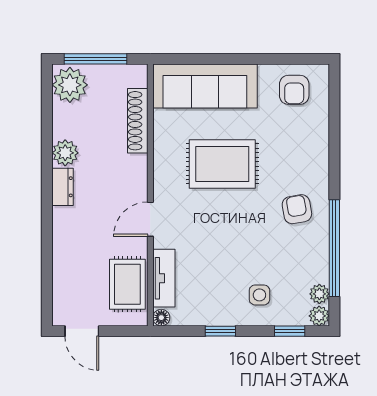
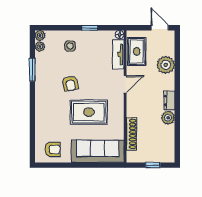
window: (96, 59) -> (153, 165), width x0.46
plant: (70, 85) -> (166, 65), moved
armchair: (294, 90) -> (53, 149), turned 90
armchair: (297, 209) -> (70, 84), moved
window: (334, 248) -> (32, 70), width x0.47
window: (290, 331) -> (55, 28), removed

